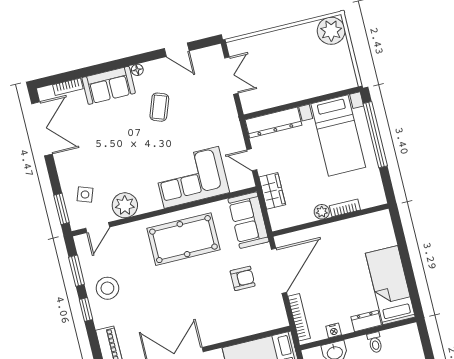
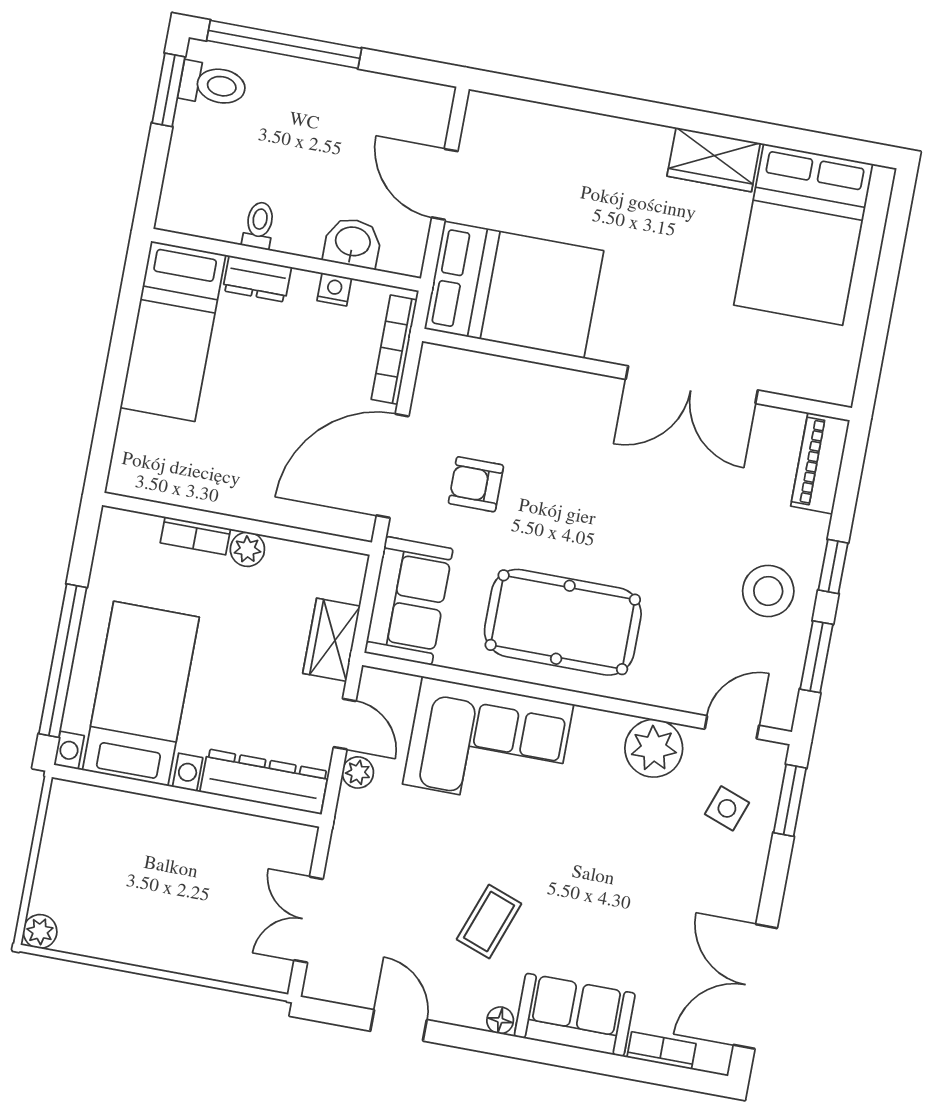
plant: (331, 31) -> (40, 931), width x0.53, depth x0.53
plant: (238, 143) -> (358, 772), added

